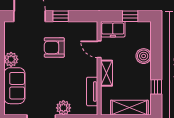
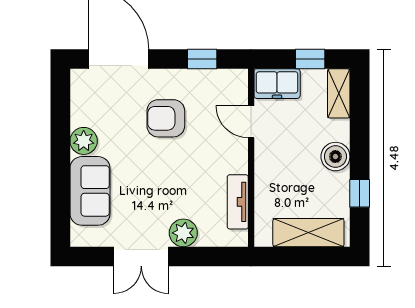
window: (61, 16) -> (202, 59), moved
boiler: (144, 56) -> (335, 157), moved
shelving: (107, 73) -> (339, 93), moved

